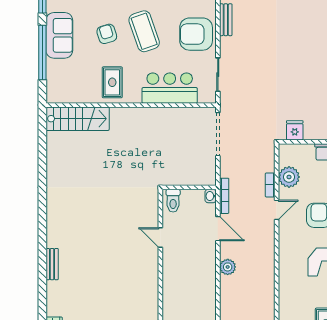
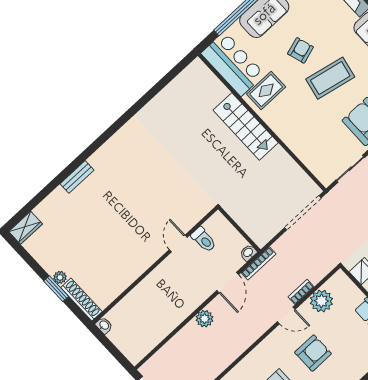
coffee table: (144, 31) -> (330, 78), turned 31
bar counter: (170, 88) -> (233, 64), moved
stairs: (78, 119) -> (246, 126), moved
toilet: (173, 201) -> (204, 240), moved, turned -90

